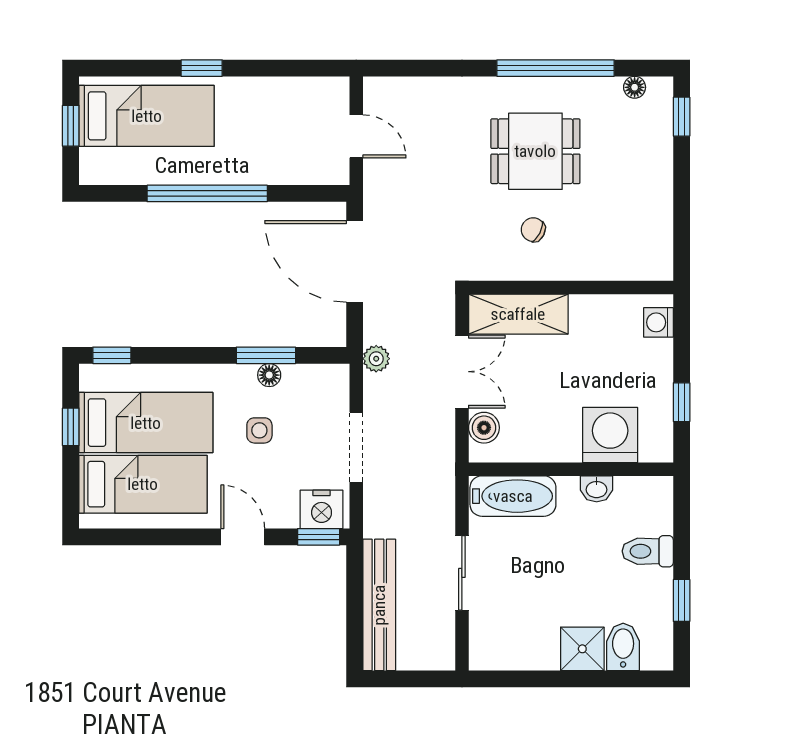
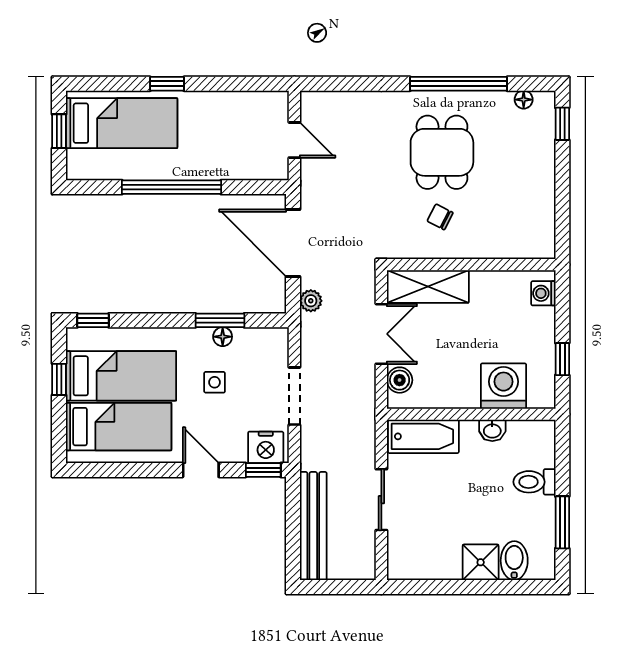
dining table: (535, 151) -> (442, 152), turned 90
plant: (376, 359) -> (311, 301), moved
window: (682, 600) -> (562, 522), width x1.50

